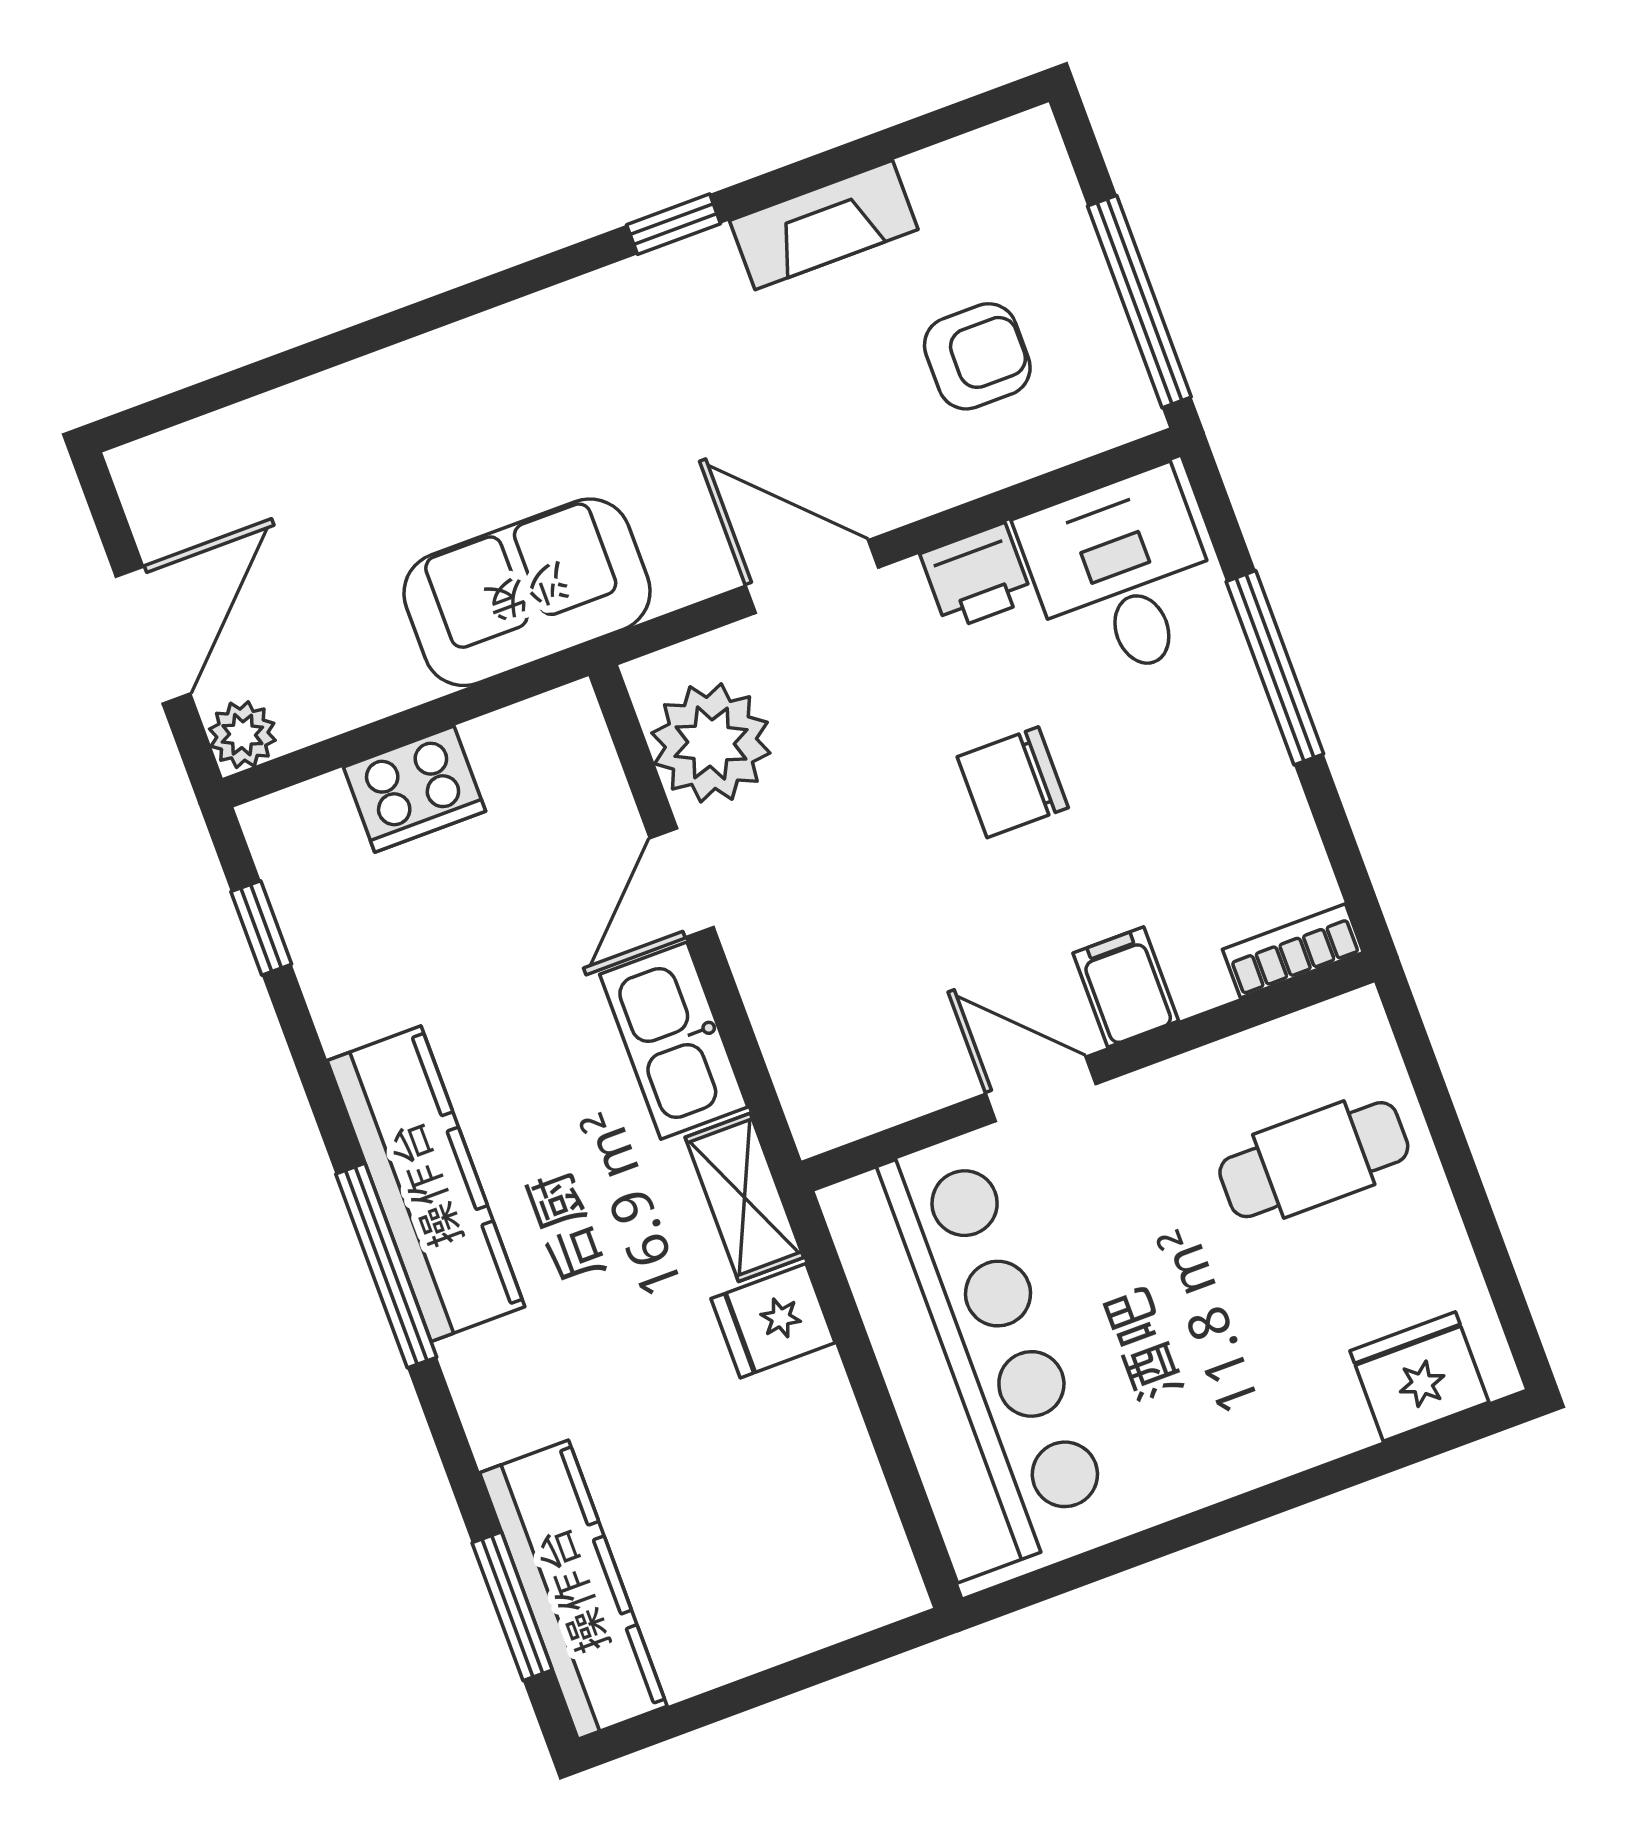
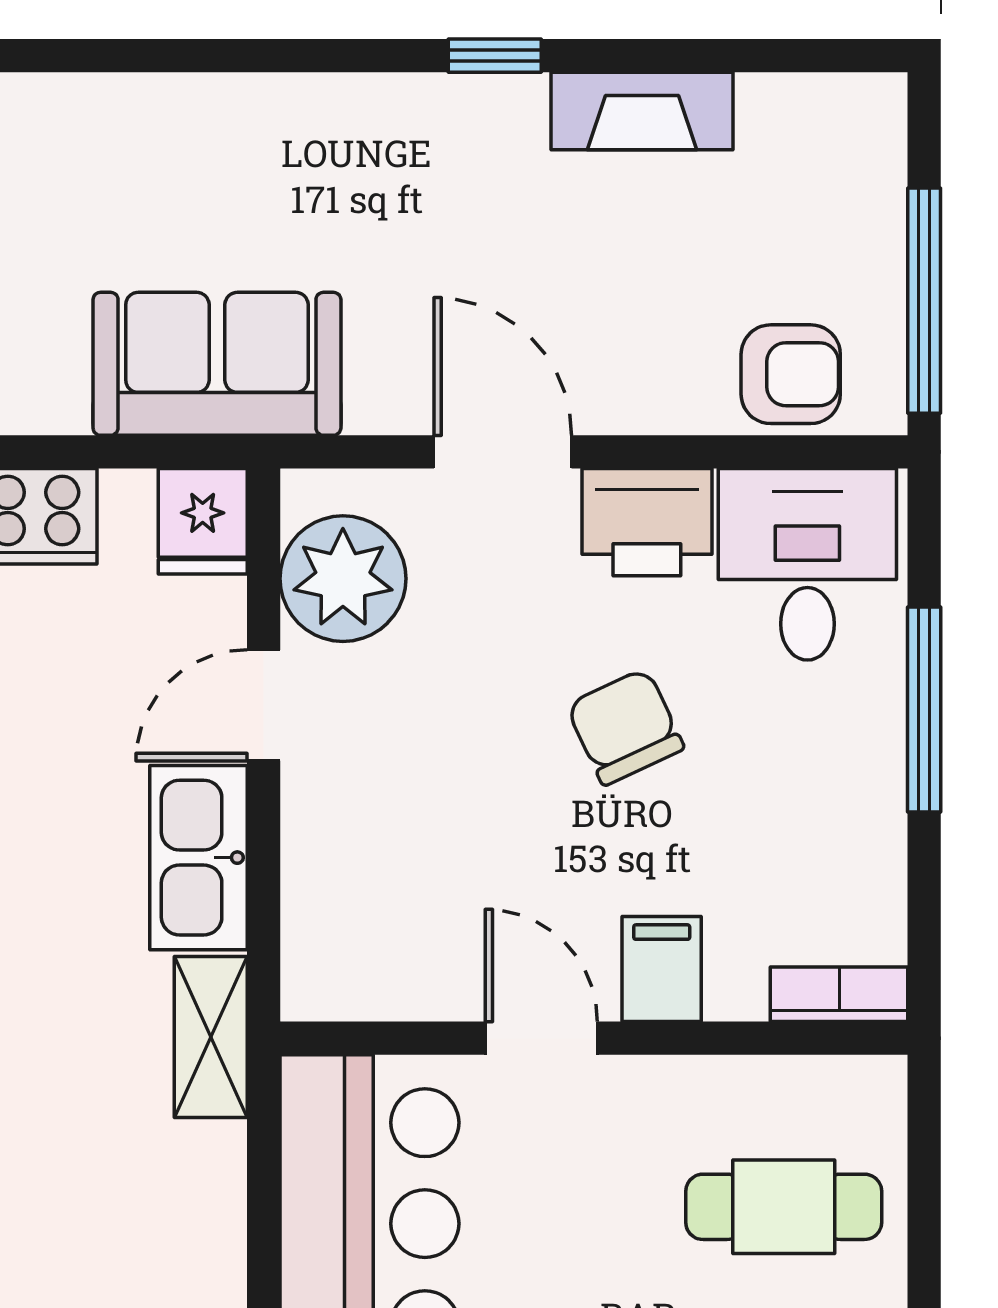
armchair: (977, 356) -> (791, 374), moved
printer: (977, 577) -> (647, 522), width x1.36, depth x1.24
chair: (1013, 782) -> (625, 727), turned 65
fridge: (773, 1321) -> (203, 521), moved, turned -90

